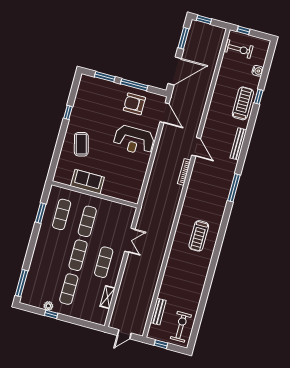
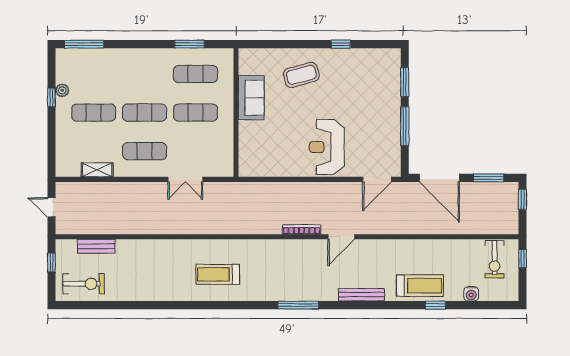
armchair: (134, 104) -> (378, 134), removed

